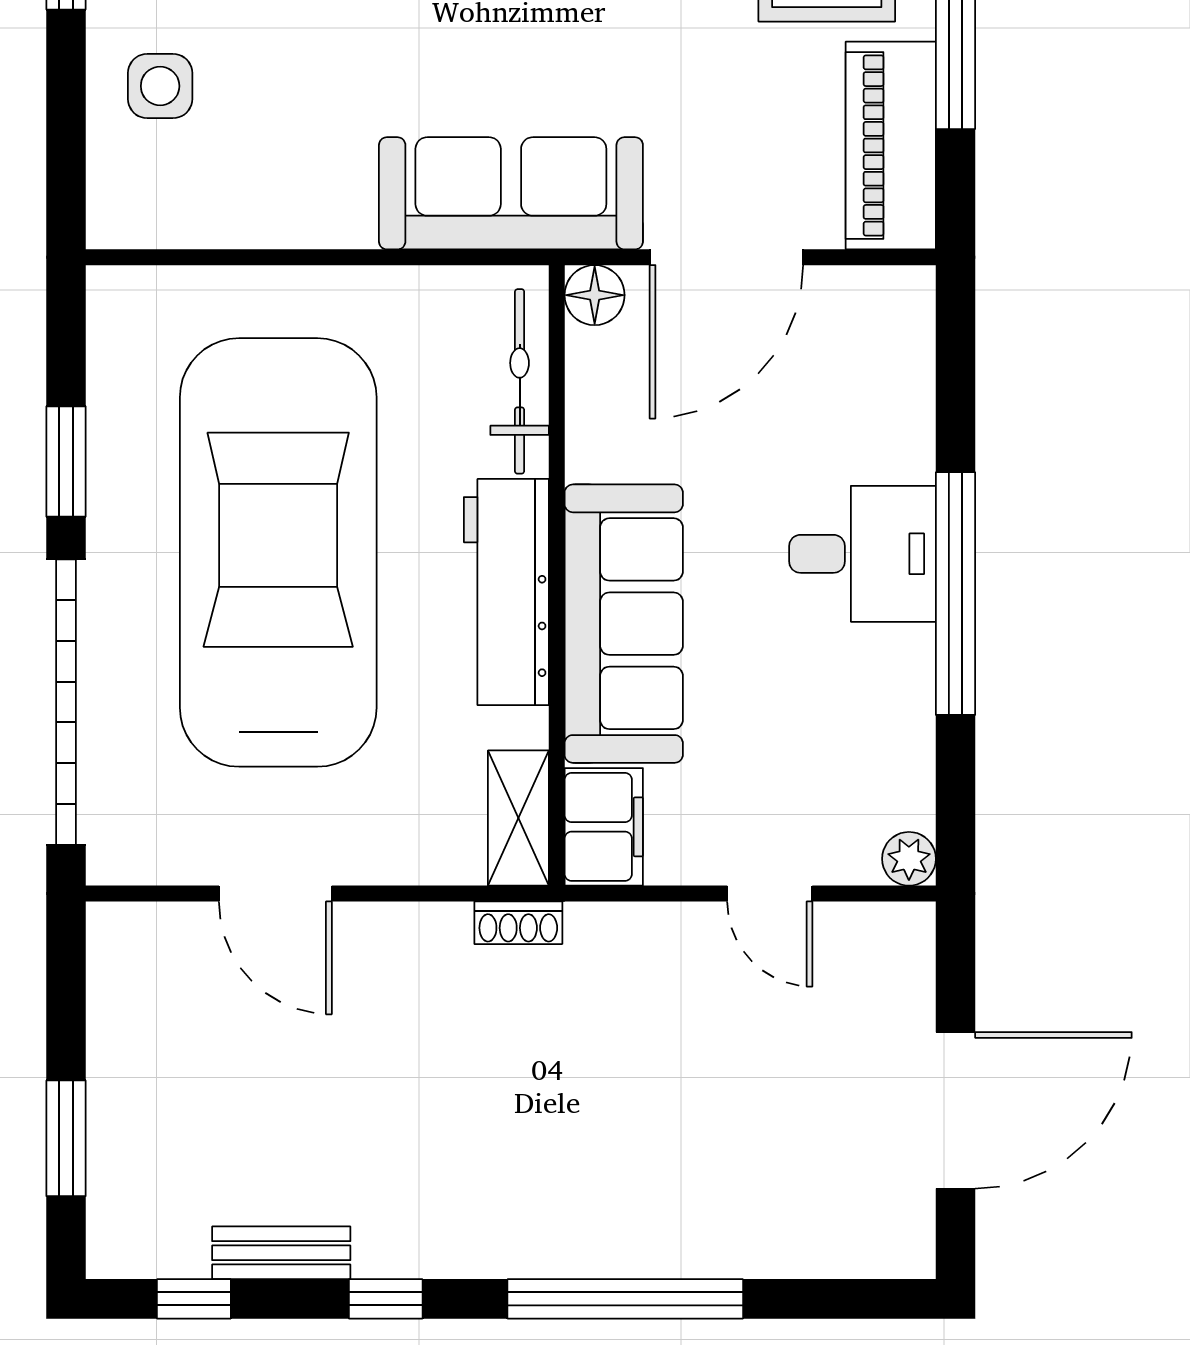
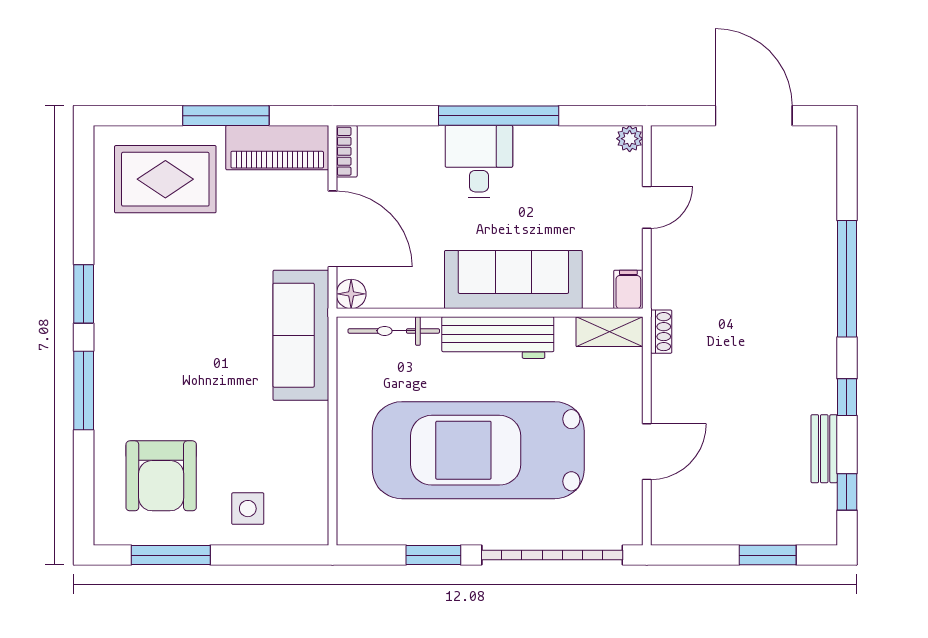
bookcase: (883, 286) -> (347, 151), added
filing cabinet: (604, 827) -> (628, 289), width x0.50

